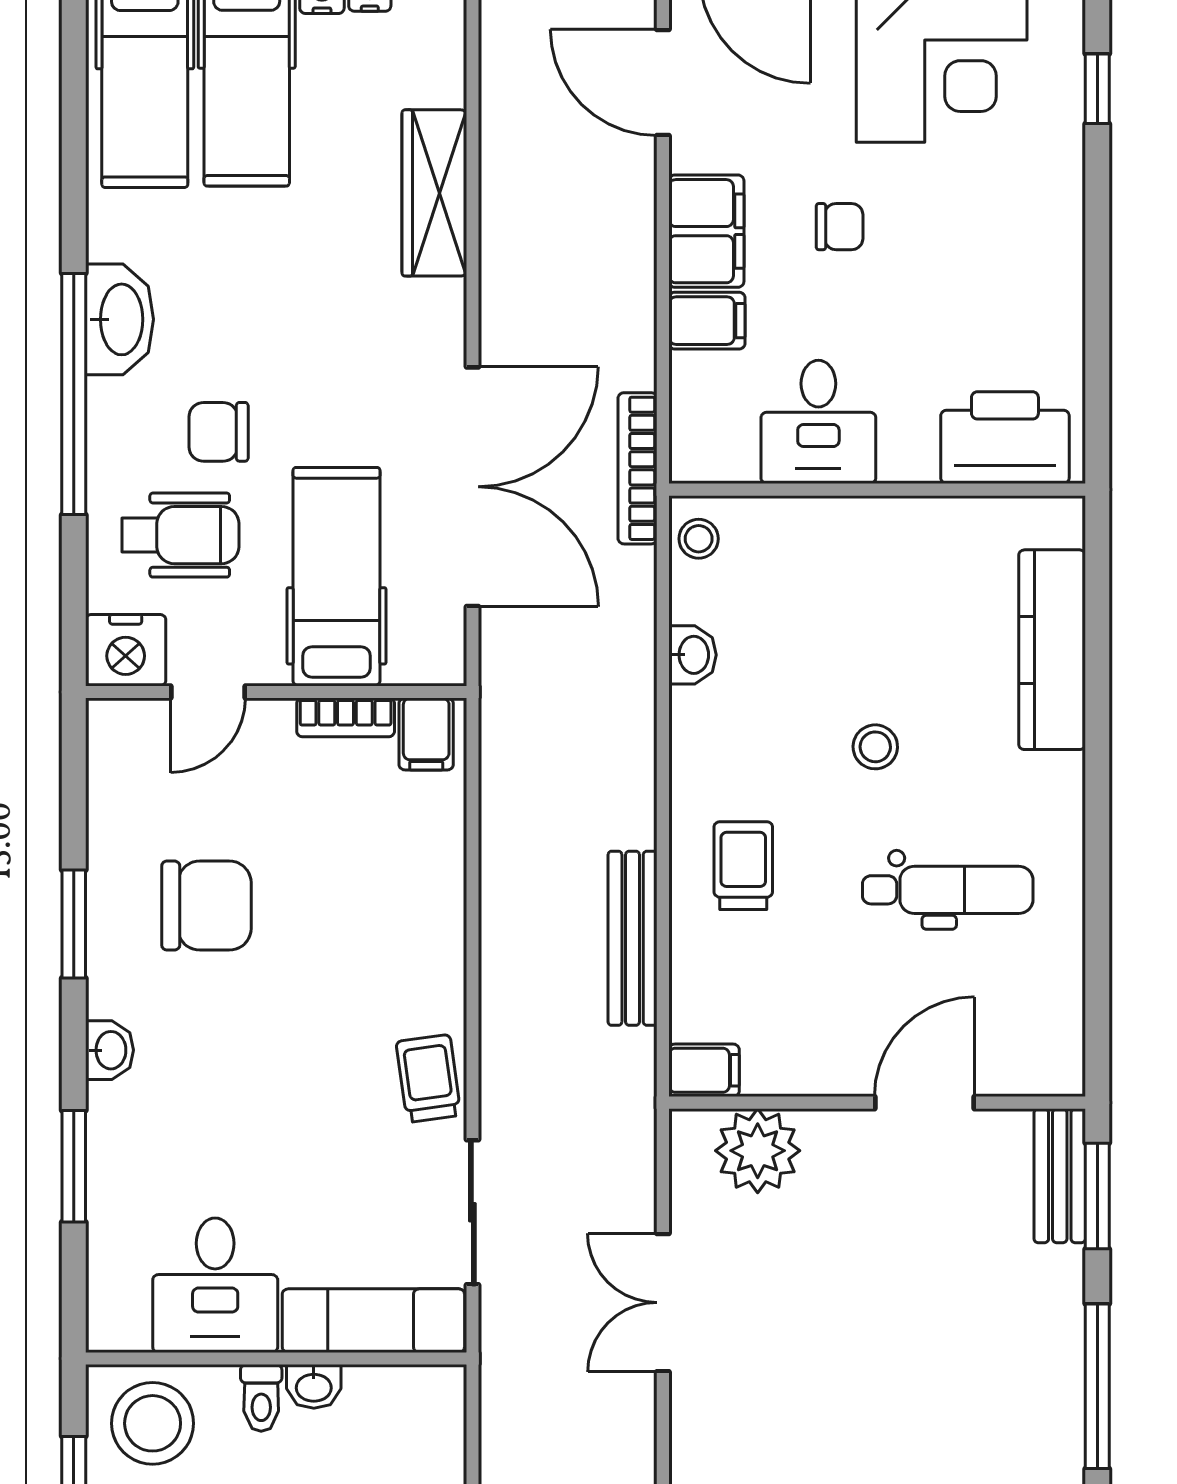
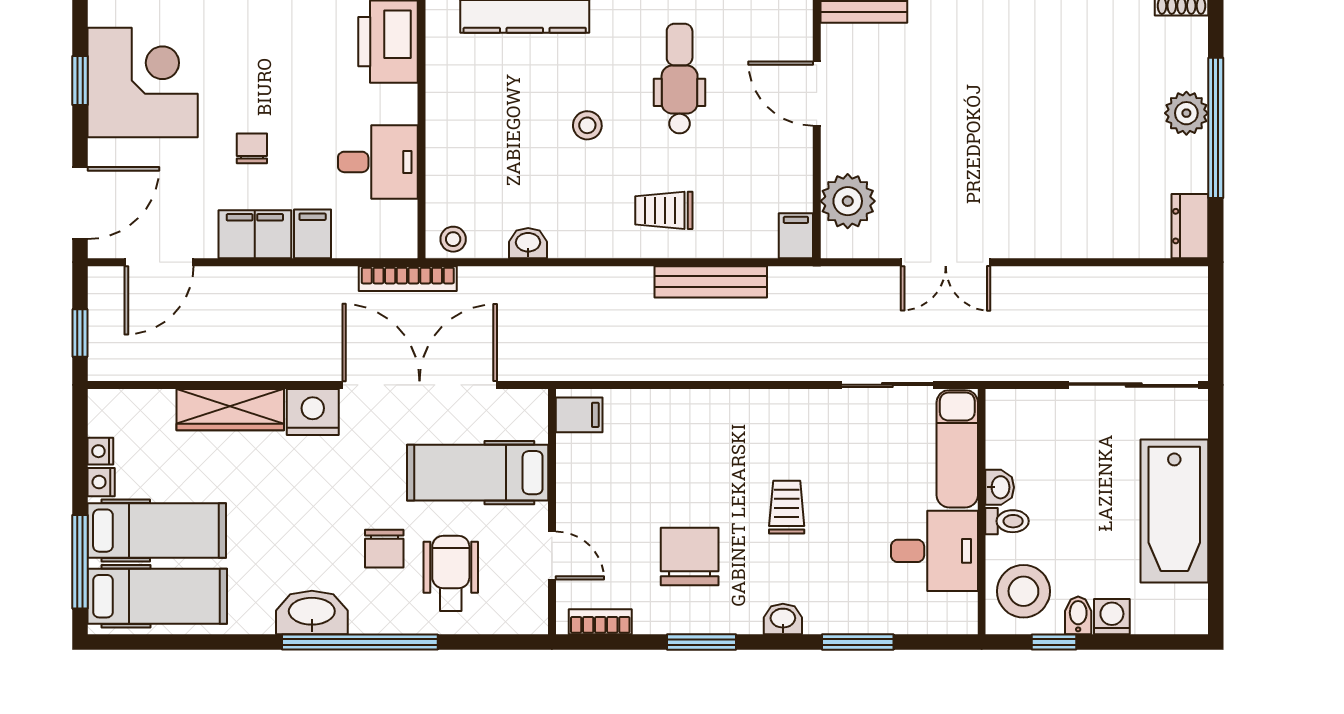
nightstand: (126, 650) -> (313, 412), moved, turned -90
bookcase: (346, 717) -> (600, 622), moved, turned -90
trolley: (428, 1078) -> (787, 507), moved, turned 98

